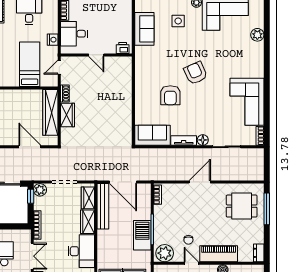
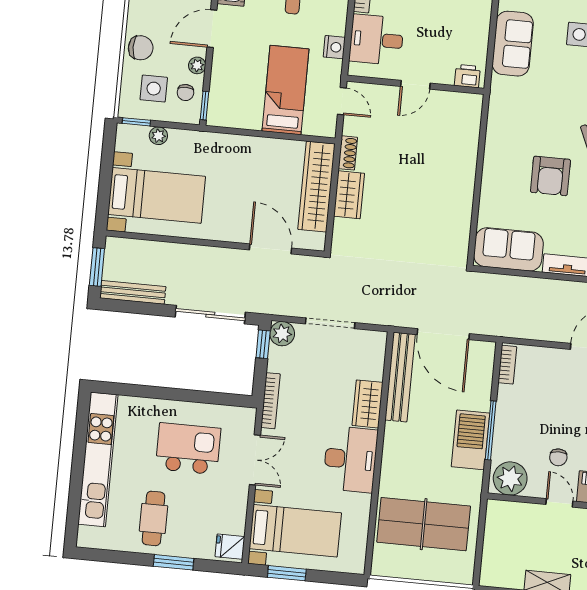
door: (96, 55) -> (415, 85), hinge flipped
door: (59, 67) -> (342, 101), swing flipped
wardrobe: (88, 198) -> (373, 358), removed

